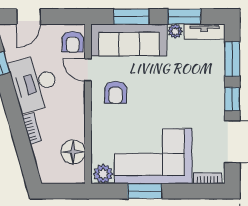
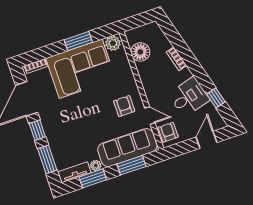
desk: (34, 83) -> (189, 97), width x0.73

